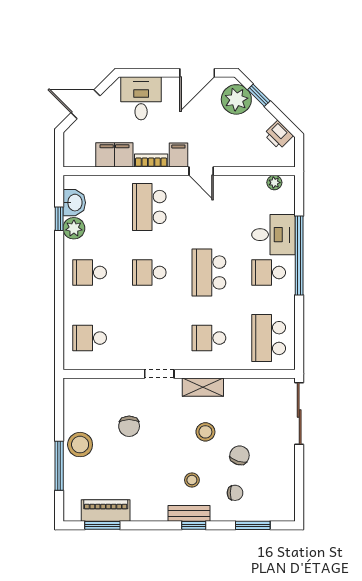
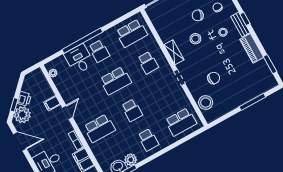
printer: (278, 135) -> (24, 99), moved
filing cabinet: (178, 155) -> (52, 103), moved
school desk: (90, 338) -> (181, 122), width x1.85
stool: (80, 445) -> (206, 103), moved
piano: (106, 511) -> (252, 48), moved

